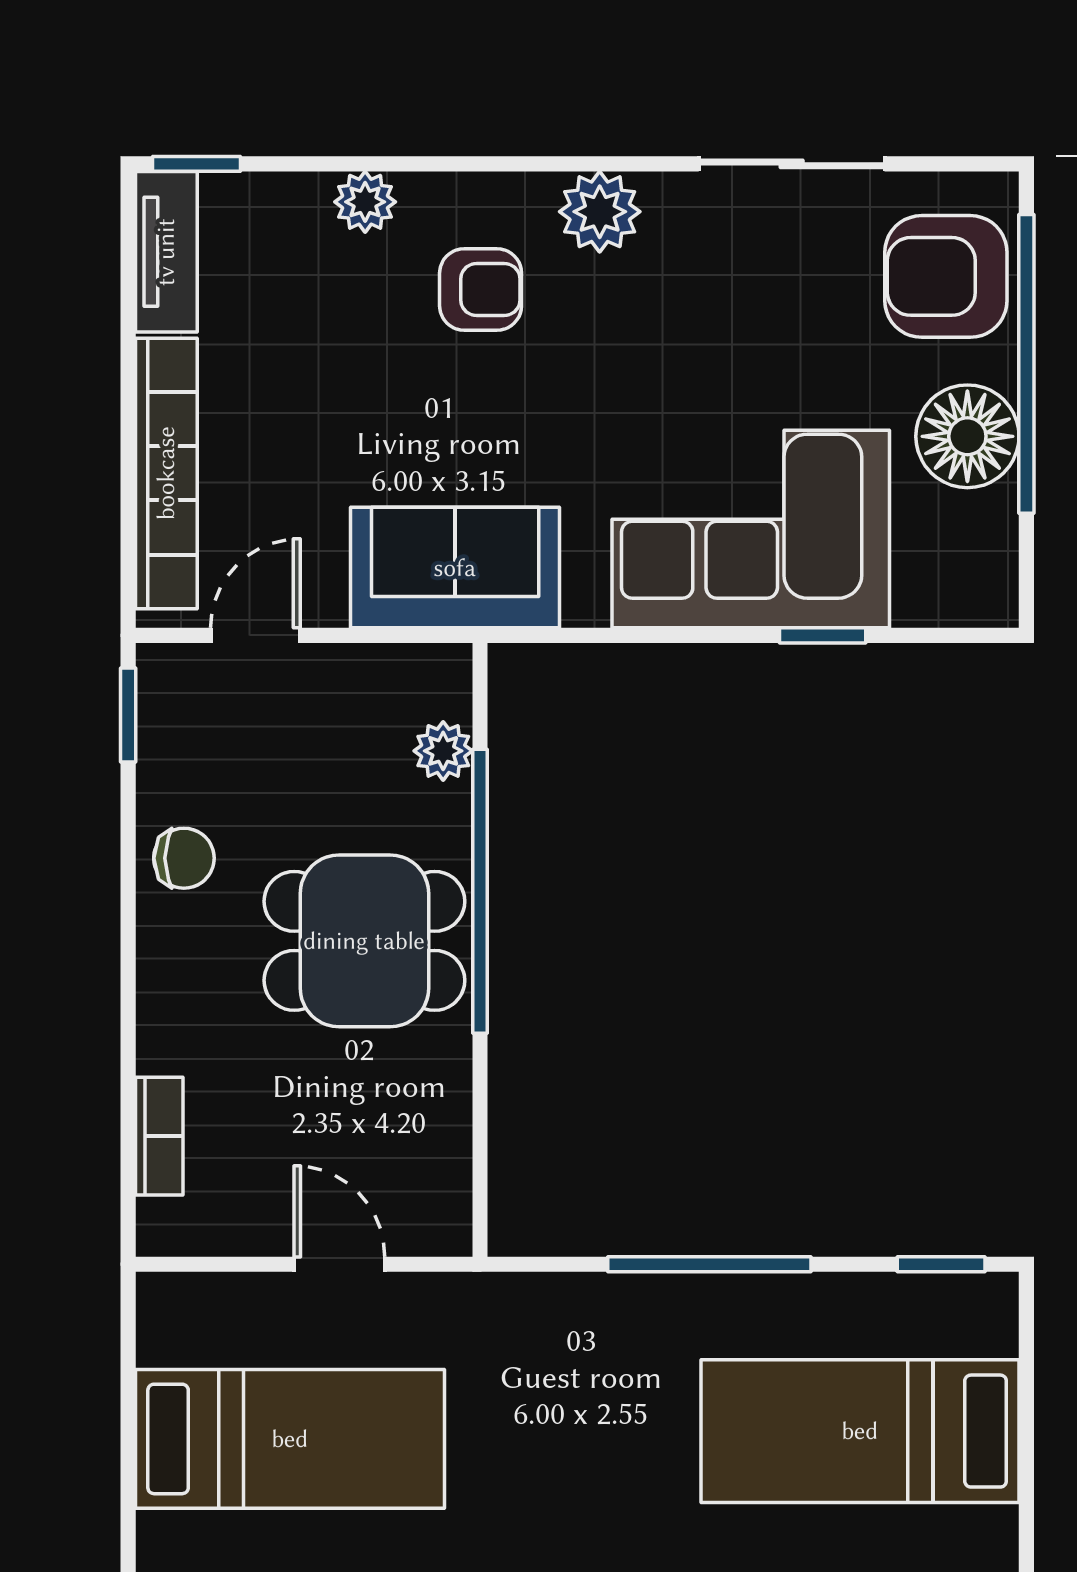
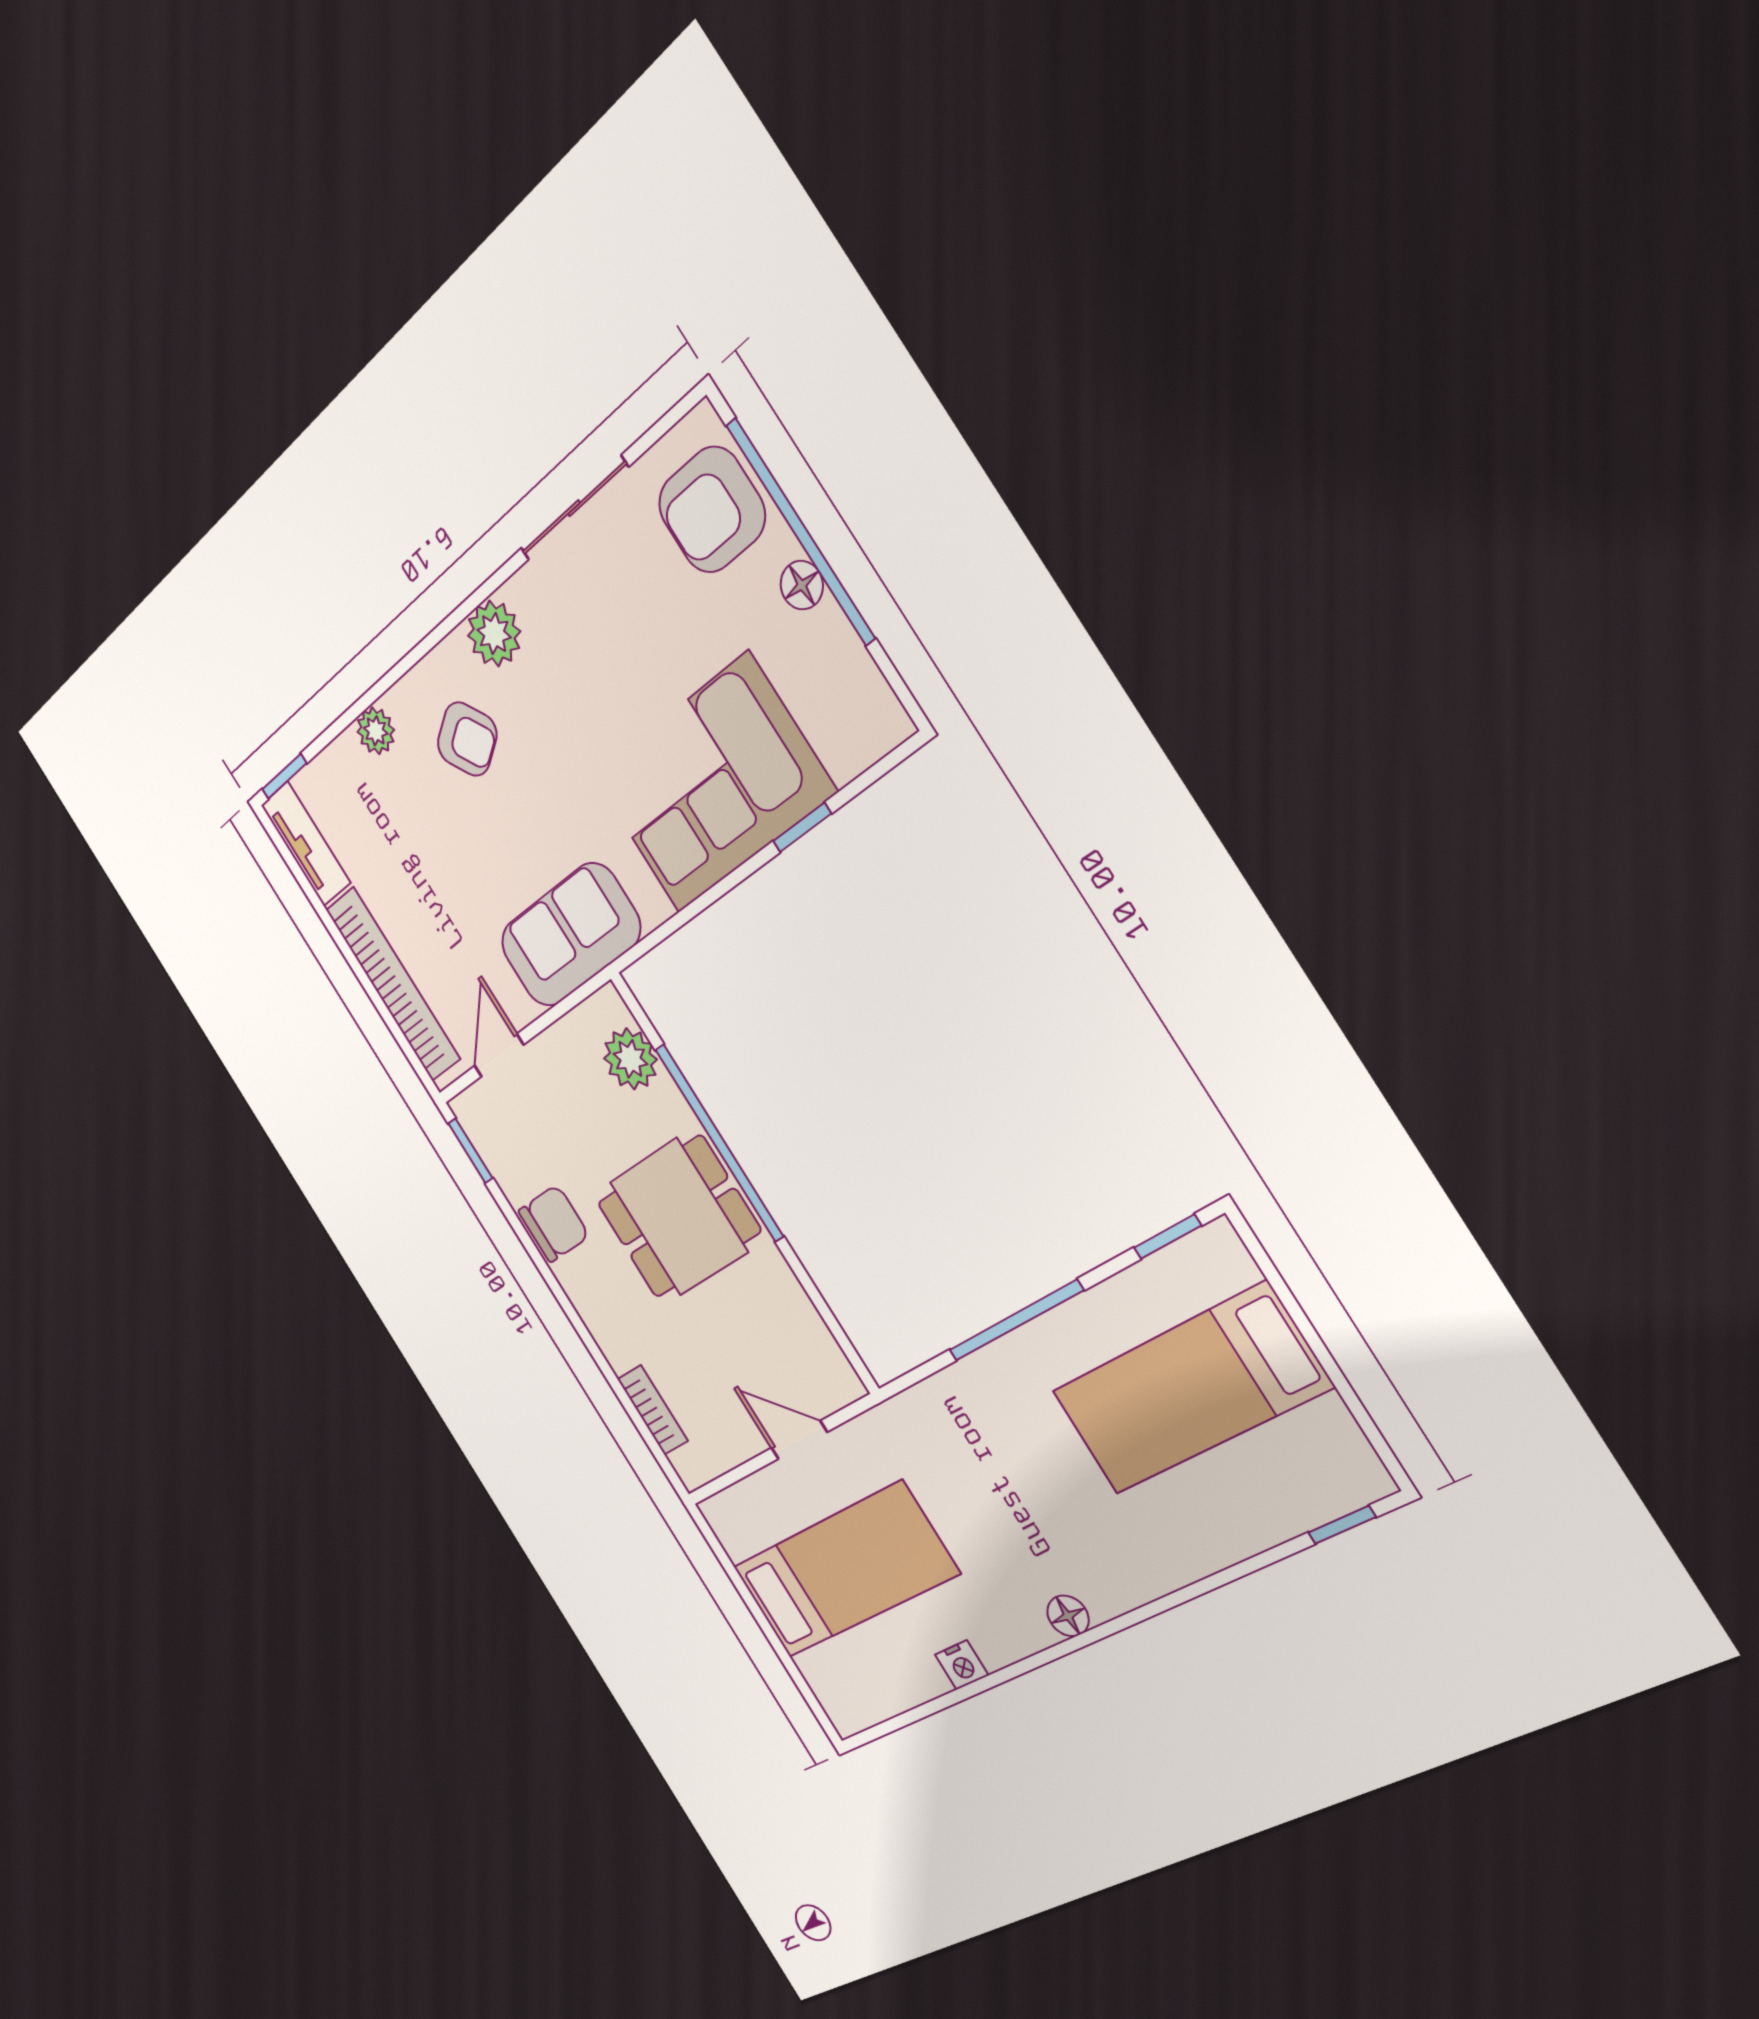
armchair: (481, 289) -> (467, 739), turned 58
floor lamp: (967, 436) -> (802, 585), width x0.53, depth x0.53
plant: (443, 751) -> (630, 1059), width x1.38, depth x1.38
chair: (184, 858) -> (554, 1223), width x1.37, depth x1.37

